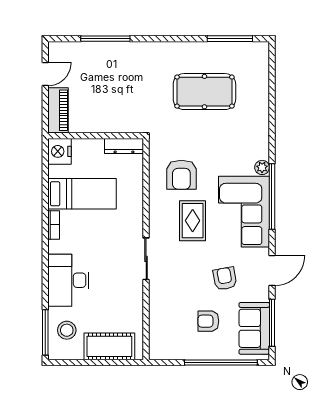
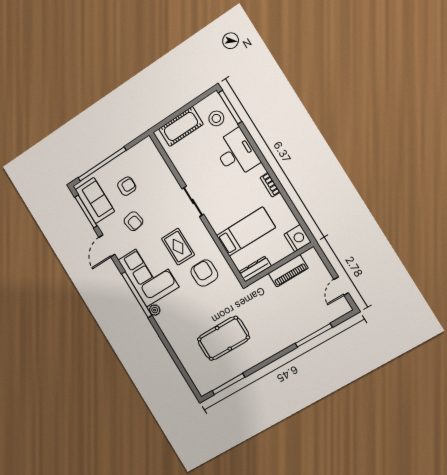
piano: (58, 110) -> (288, 271), moved, turned -90
bed: (82, 194) -> (246, 232), moved, turned 180

